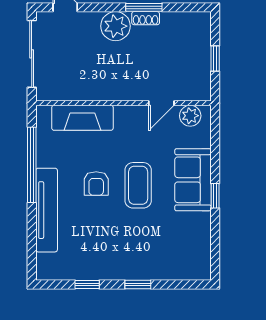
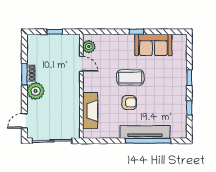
window: (32, 165) -> (148, 141), moved
sofa: (193, 180) -> (153, 45), moved

